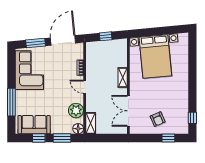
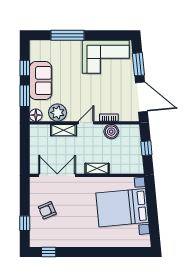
boiler: (92, 66) -> (111, 132), added
shelving: (91, 123) -> (63, 130), moved
sofa: (34, 125) -> (41, 81), moved

